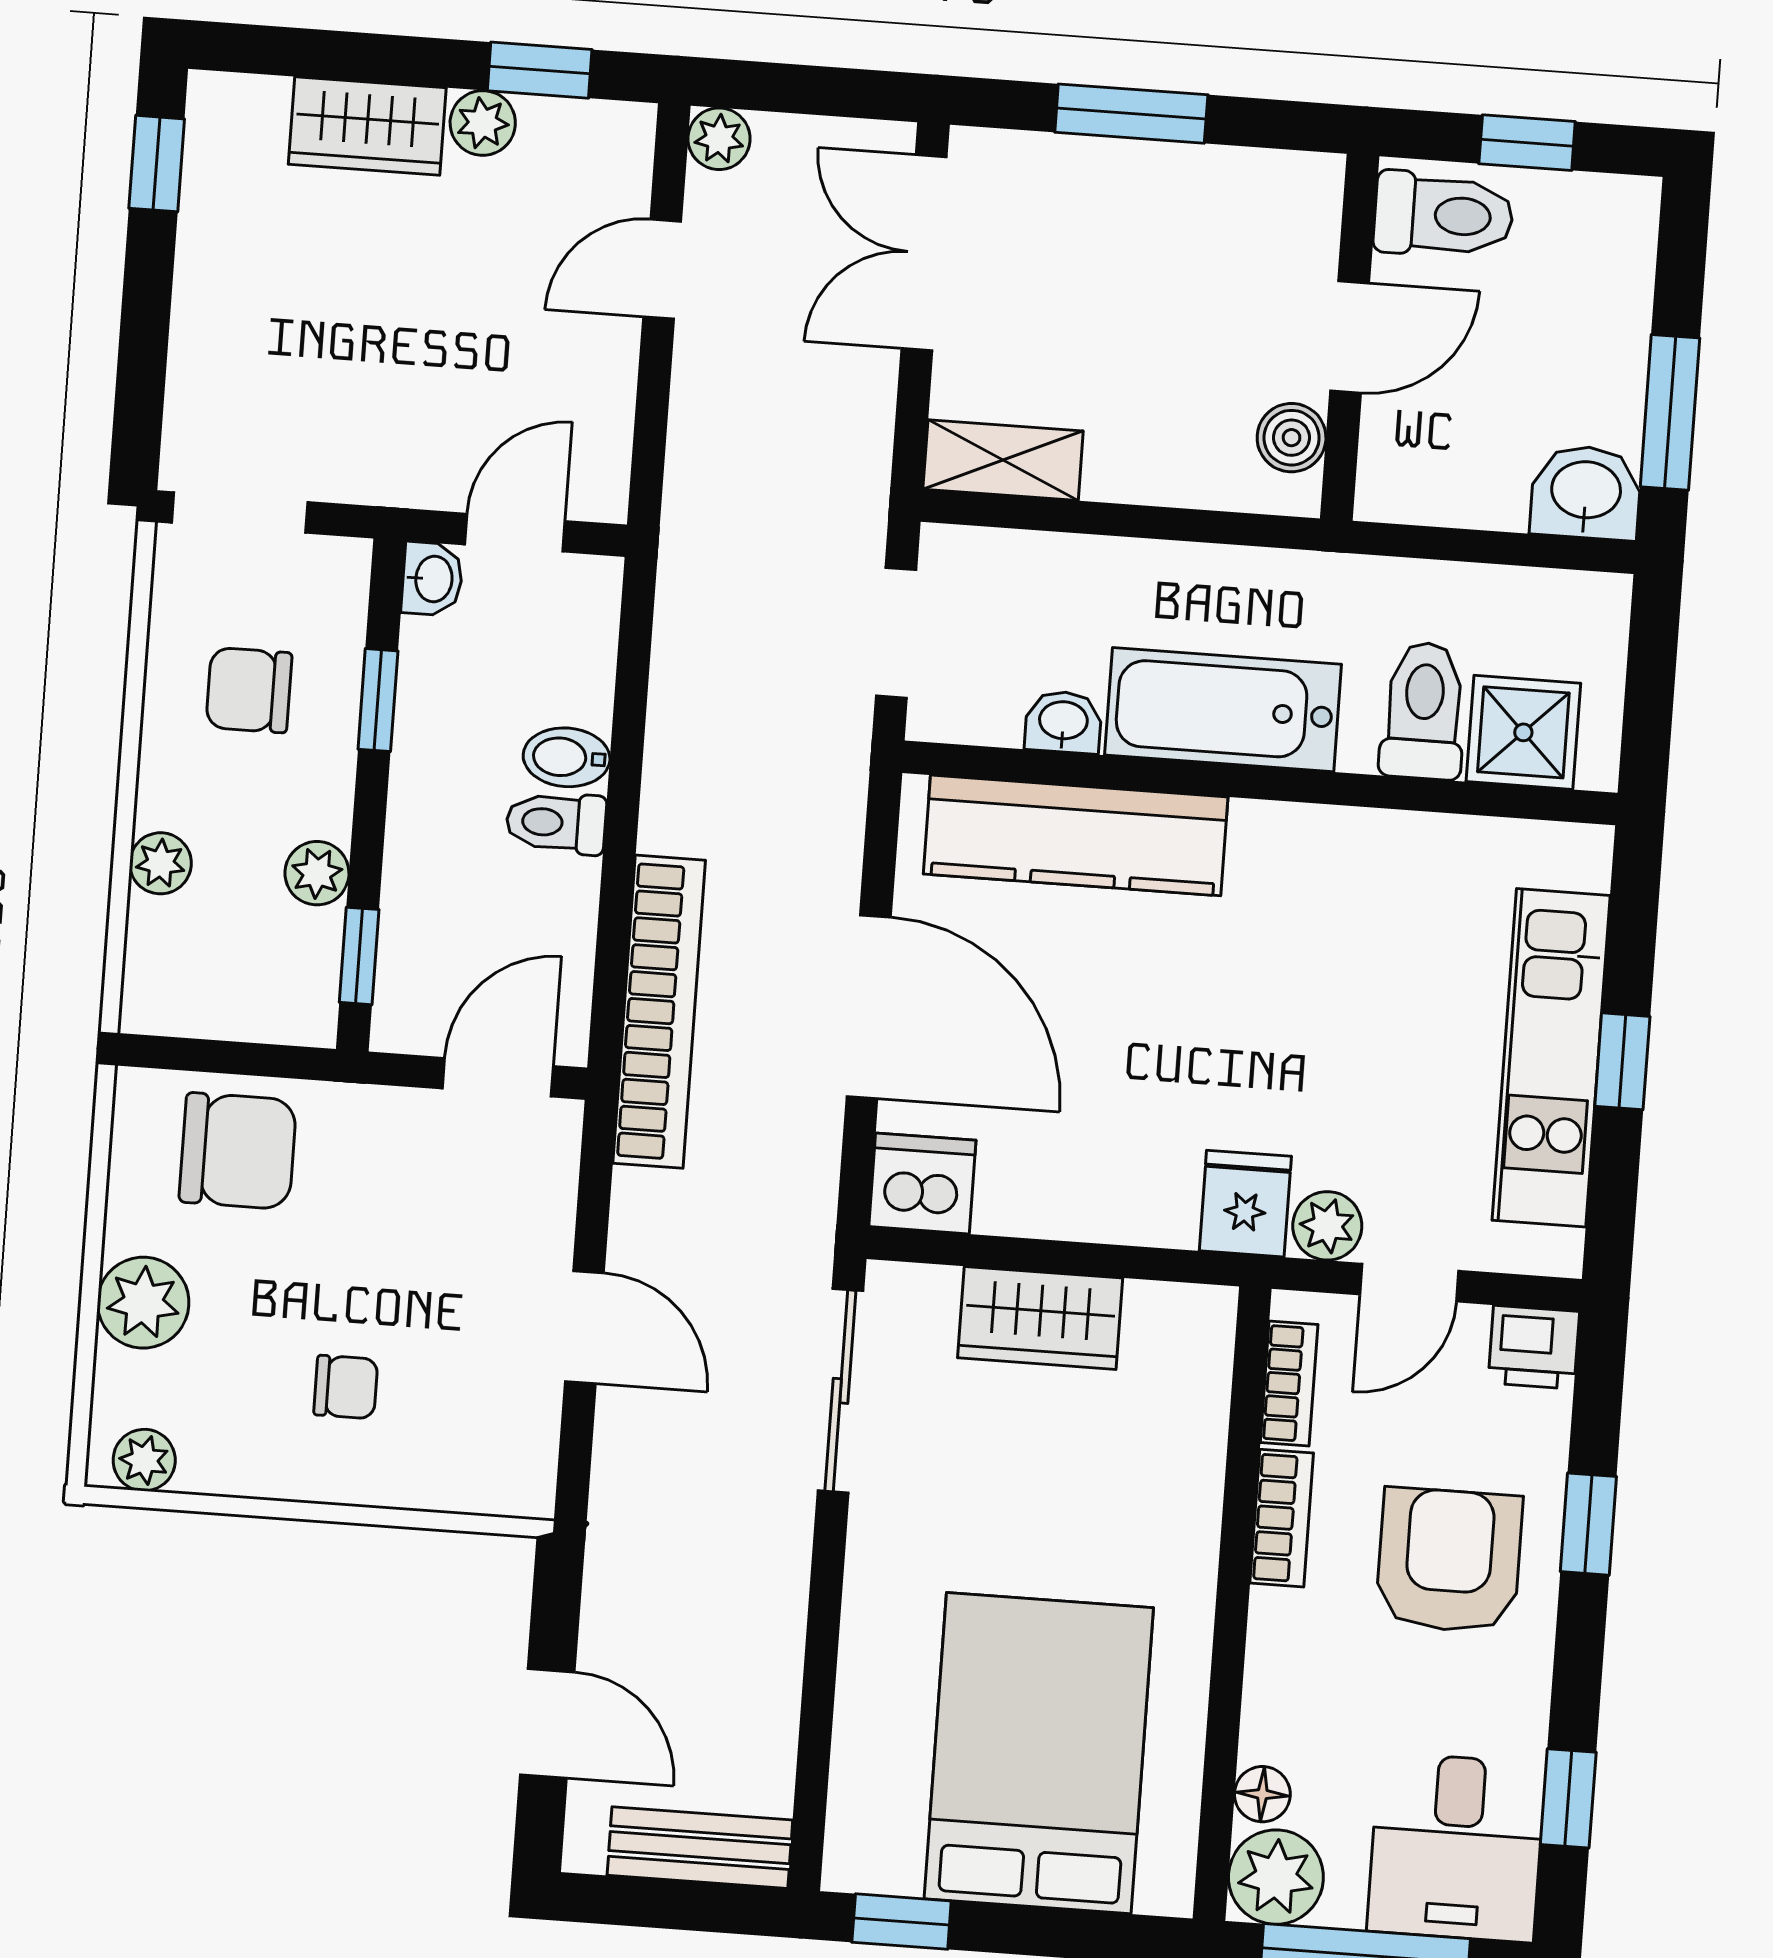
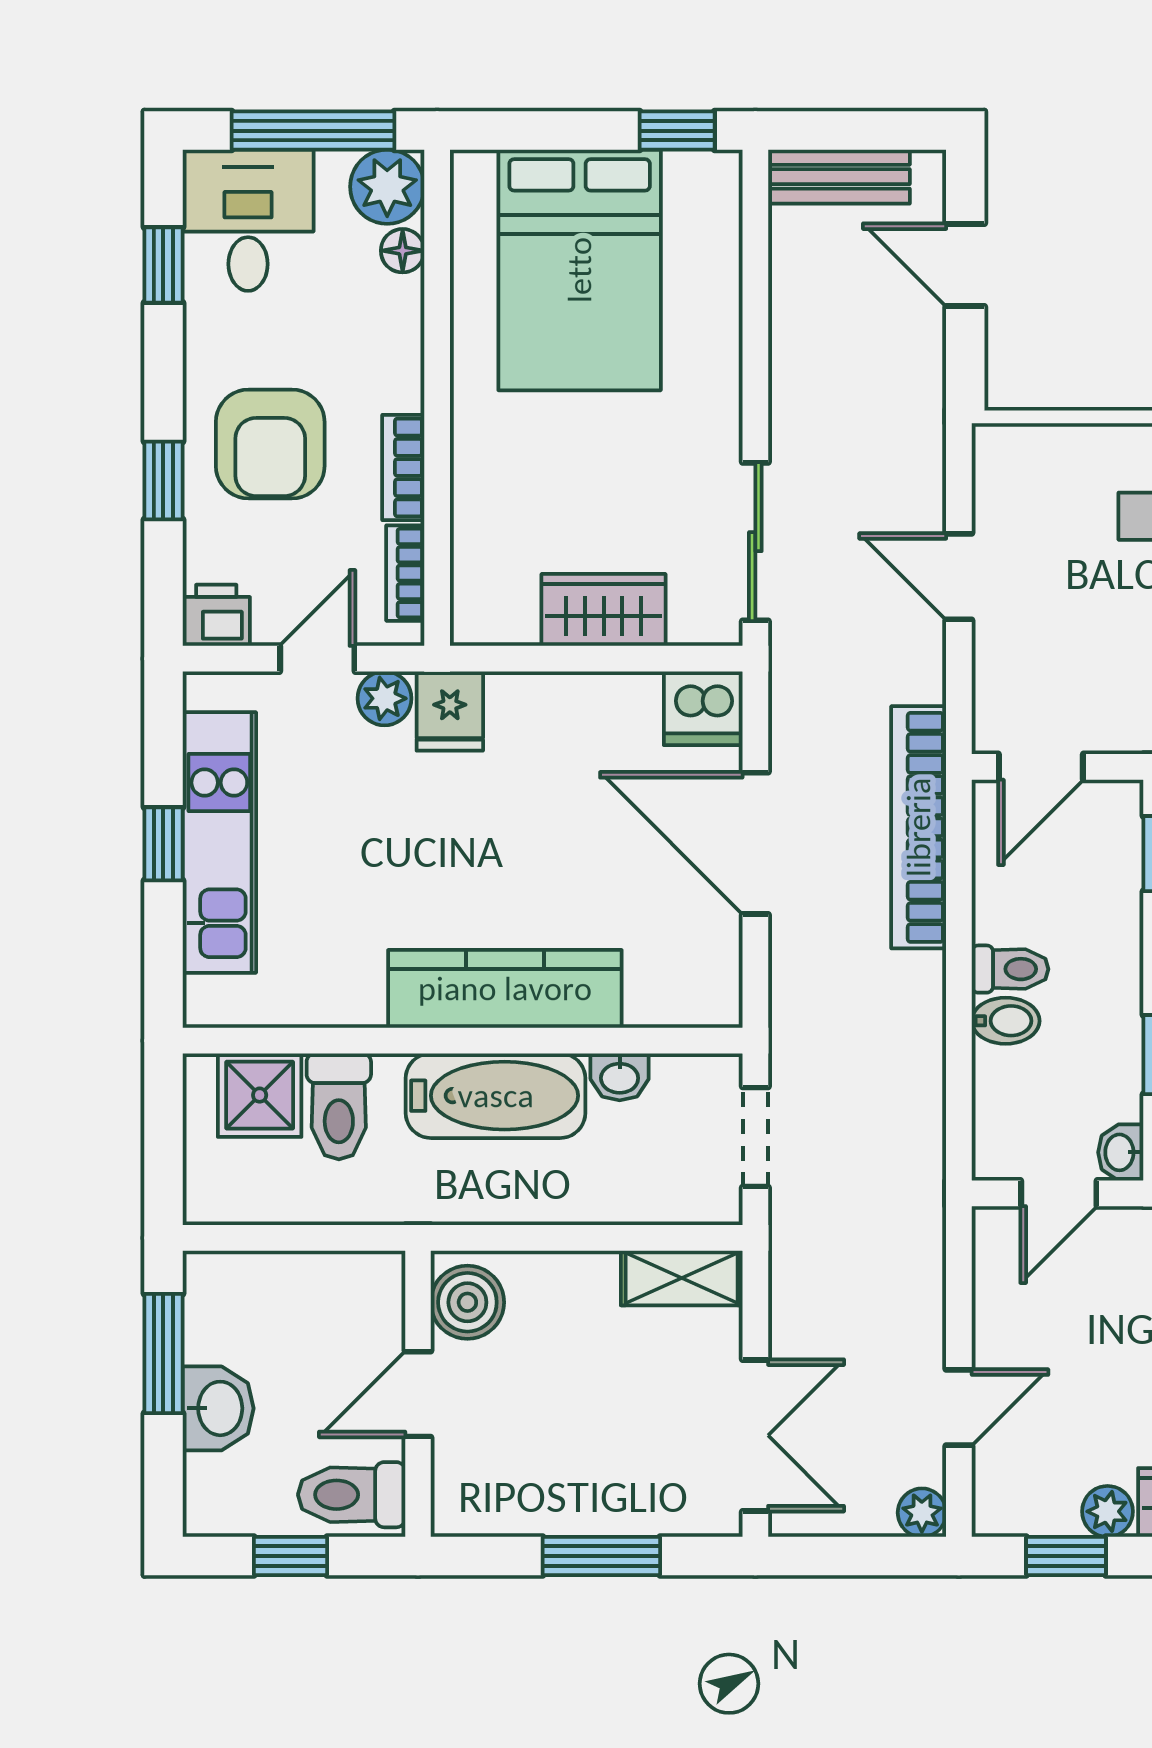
boiler: (1292, 438) -> (467, 1302), width x1.36, depth x1.36
washbasin: (1586, 492) -> (218, 1408), moved, turned -90
kitchen counter: (1076, 835) -> (505, 989), moved

